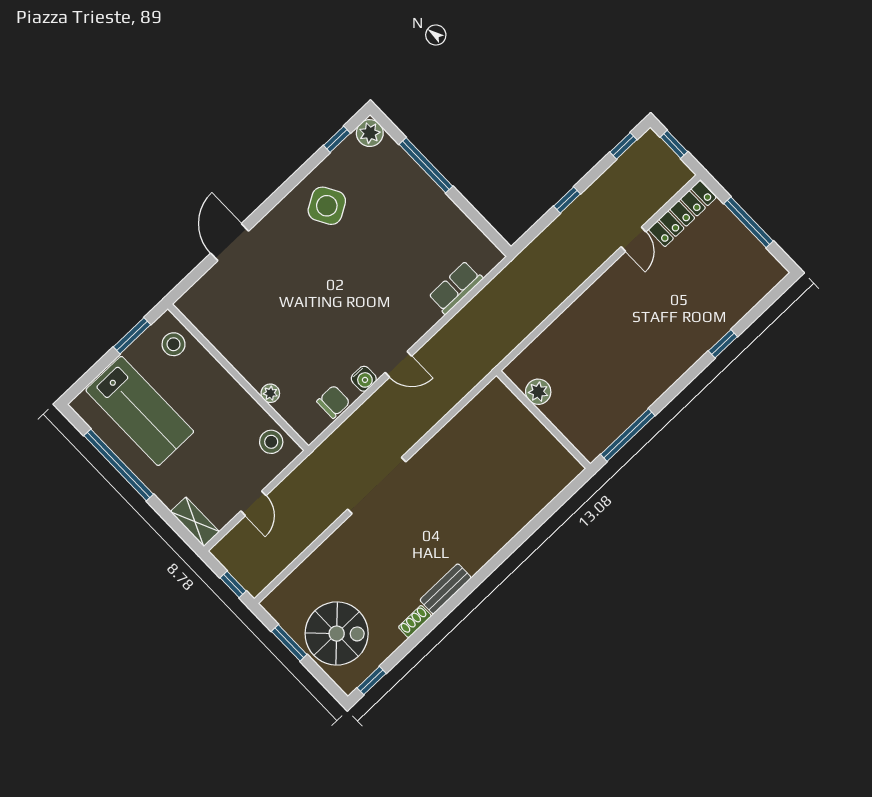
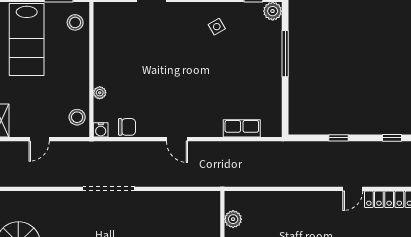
side table: (327, 206) -> (217, 27), width x0.54, depth x0.54
water cooler: (364, 379) -> (101, 130), moved

